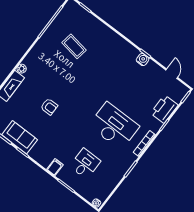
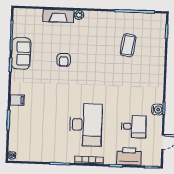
desk: (85, 164) -> (134, 126), moved

